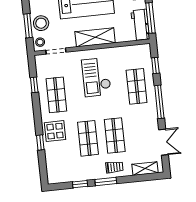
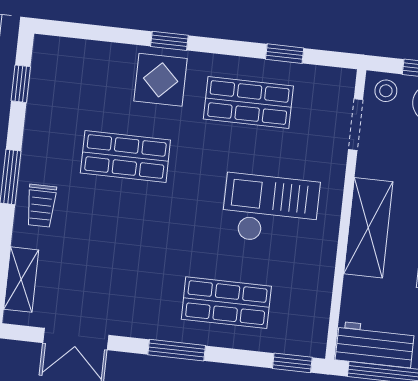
window: (155, 66) -> (292, 363), moved
window: (159, 102) -> (177, 350), width x0.69
shop shelf: (115, 135) -> (118, 223), removed
window: (40, 143) -> (169, 41), moved
window: (80, 184) -> (21, 84), moved

